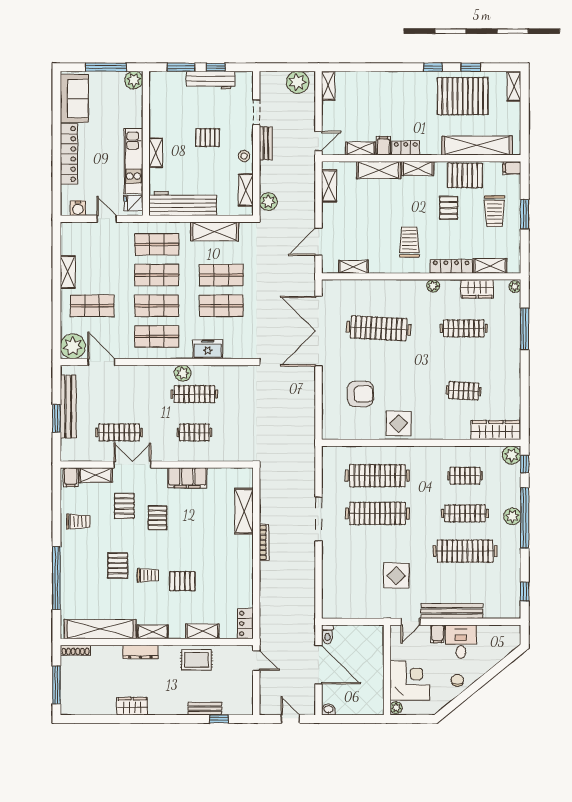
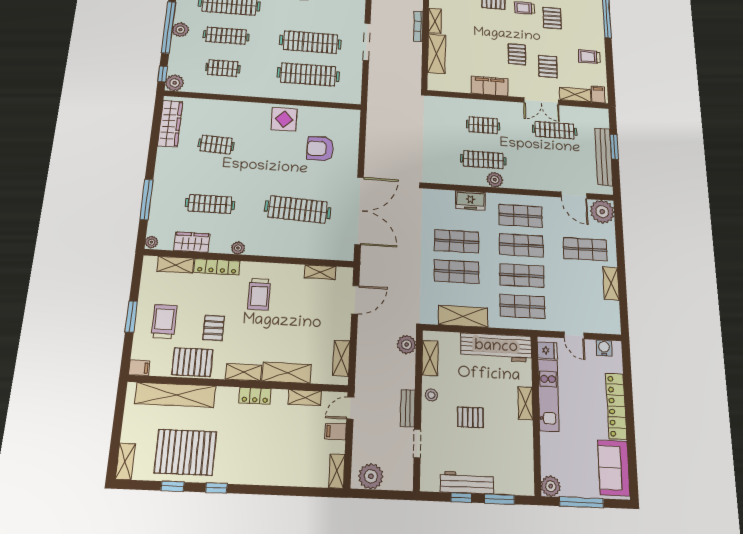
filing cabinet: (383, 146) -> (336, 431), moved, turned 90
wardrobe: (496, 430) -> (170, 123), moved, turned -90
shelving: (246, 550) -> (435, 21), added

